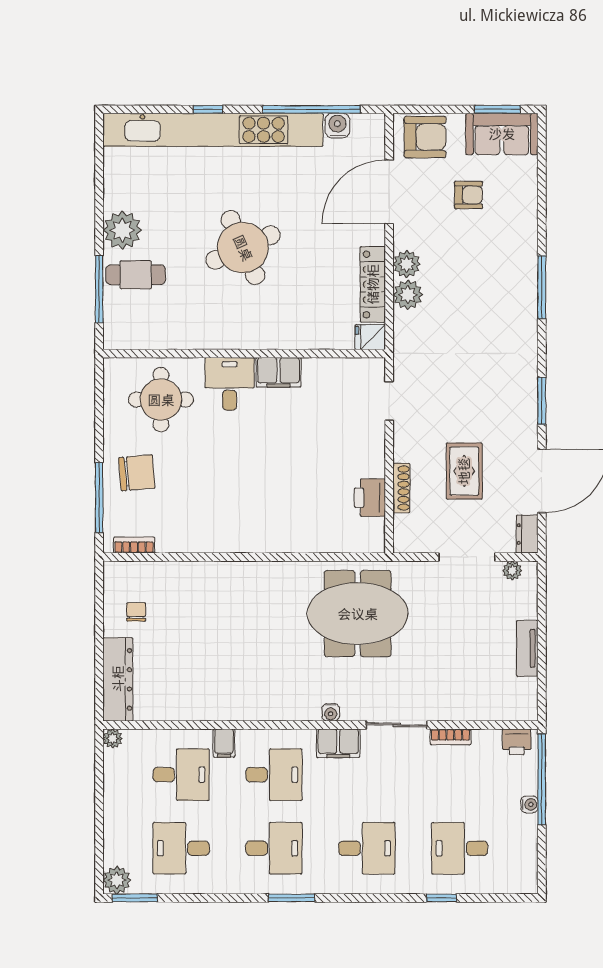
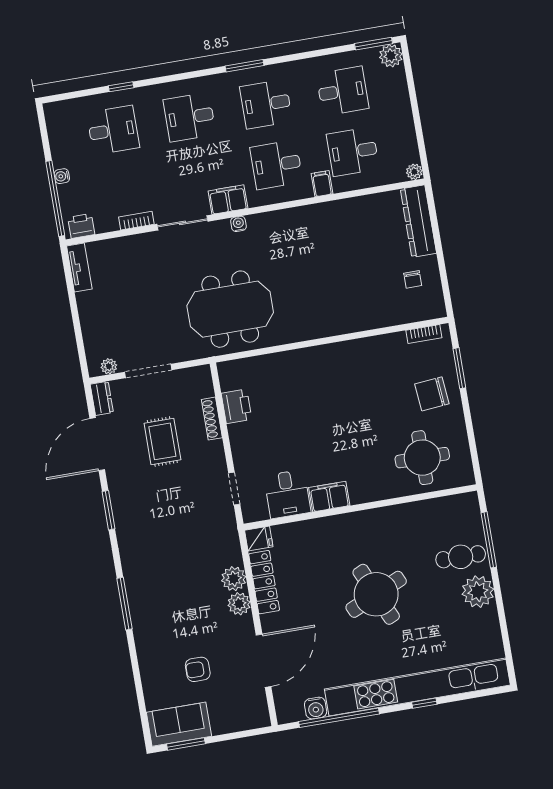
armchair: (425, 137) -> (242, 711), removed
desk: (230, 384) -> (287, 494), moved
window: (99, 498) -> (459, 368), width x0.69
tv unit: (527, 648) -> (79, 267), moved

